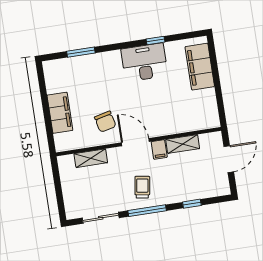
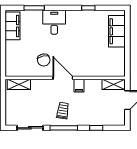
desk: (144, 62) -> (54, 22), moved, width x0.73
filing cabinet: (60, 113) -> (12, 26), moved
shelving: (183, 144) -> (114, 84), moved
shelving: (91, 158) -> (19, 84), moved

